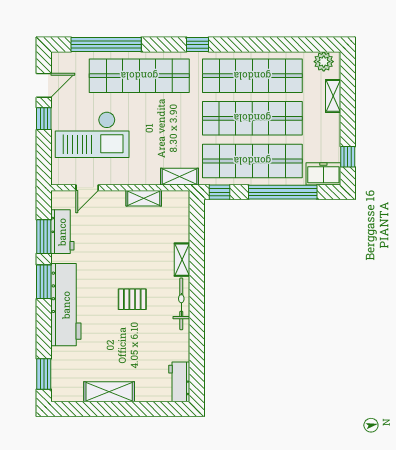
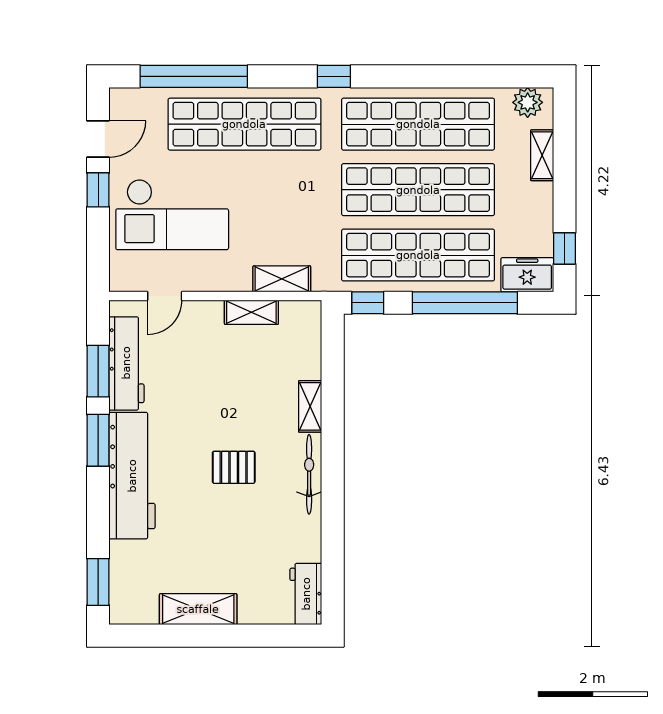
shelving: (180, 177) -> (282, 279), moved
workbench: (62, 232) -> (126, 363), width x1.37

